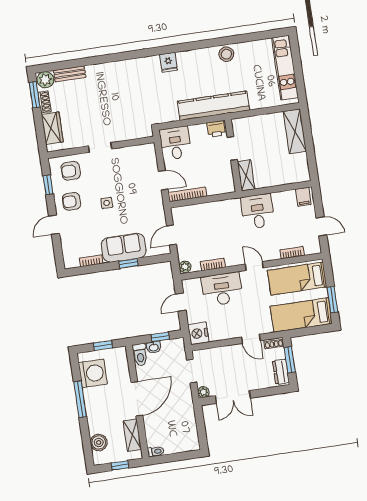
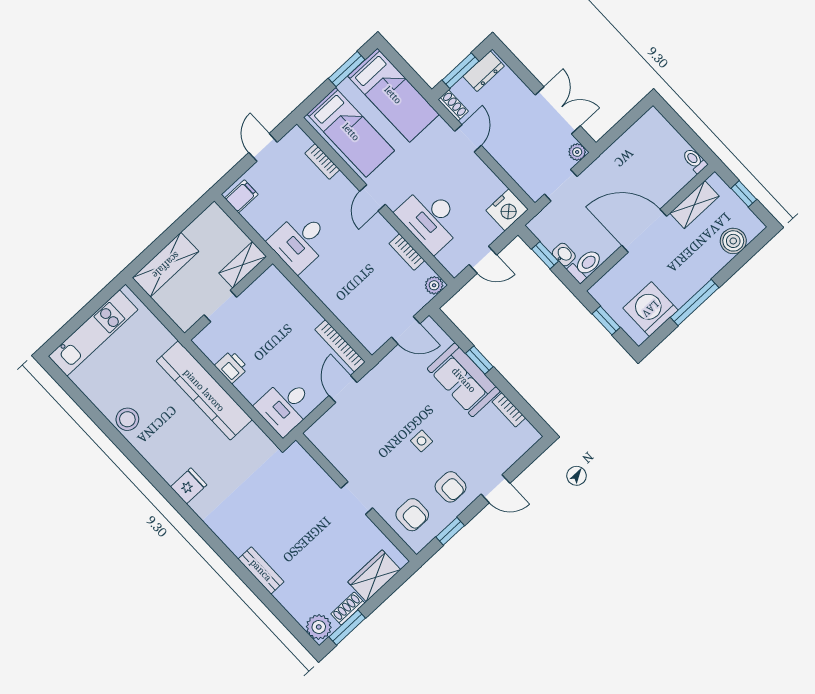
bench: (70, 74) -> (261, 570), moved
doorway: (232, 148) -> (220, 306), moved
wall: (233, 156) -> (229, 298), moved
shelving: (246, 175) -> (243, 265), moved

